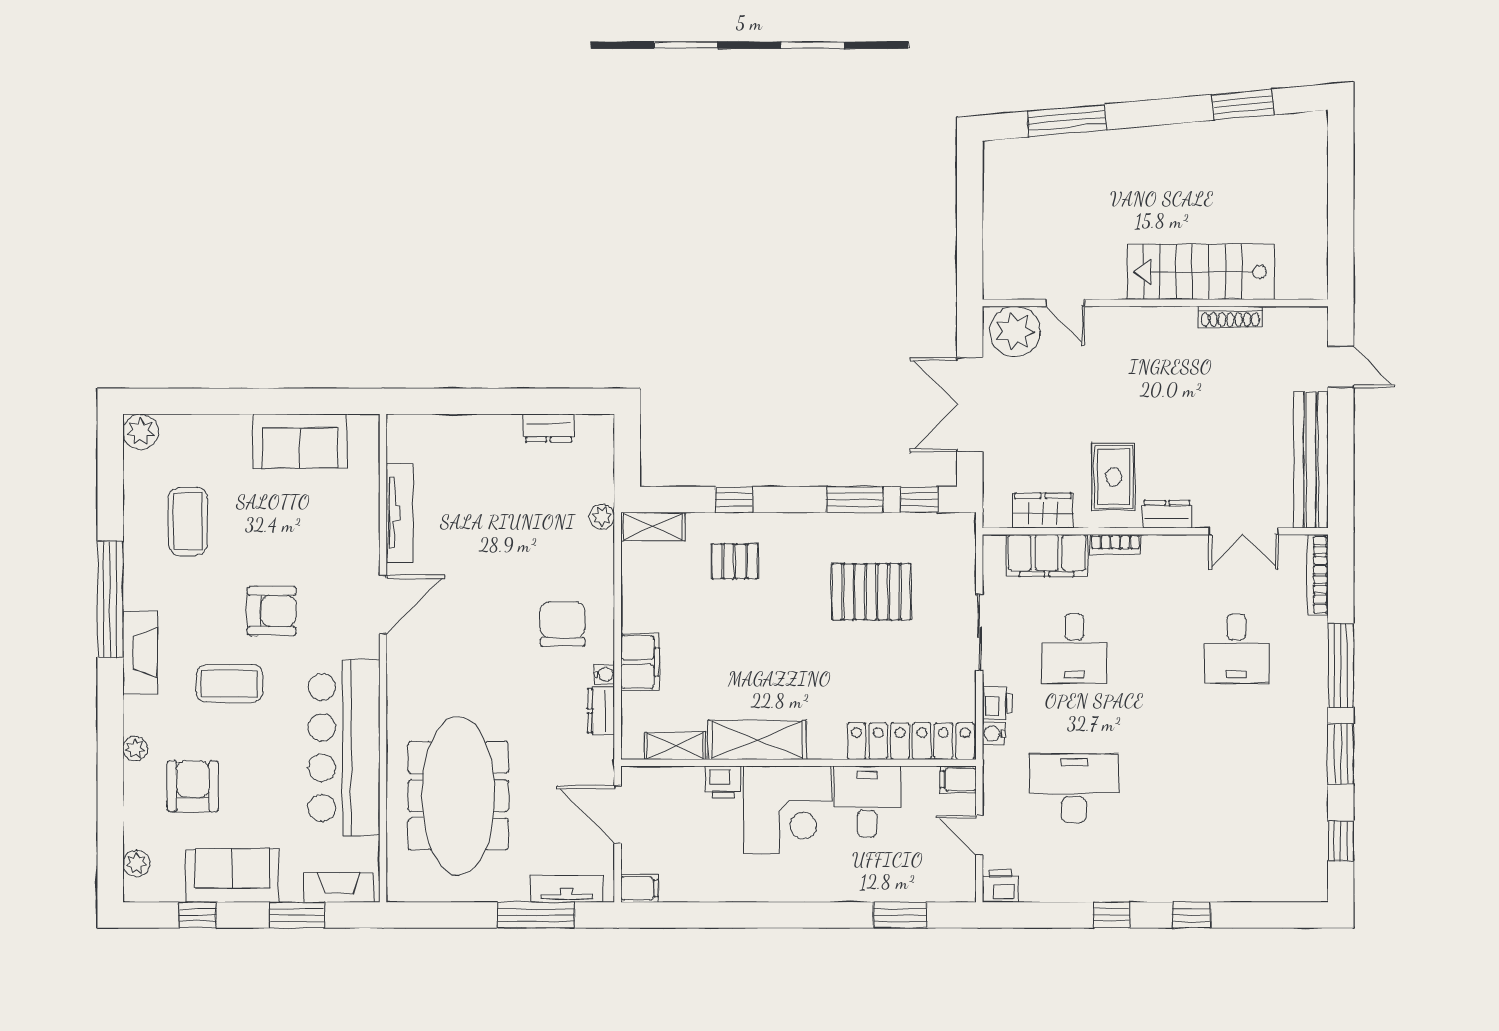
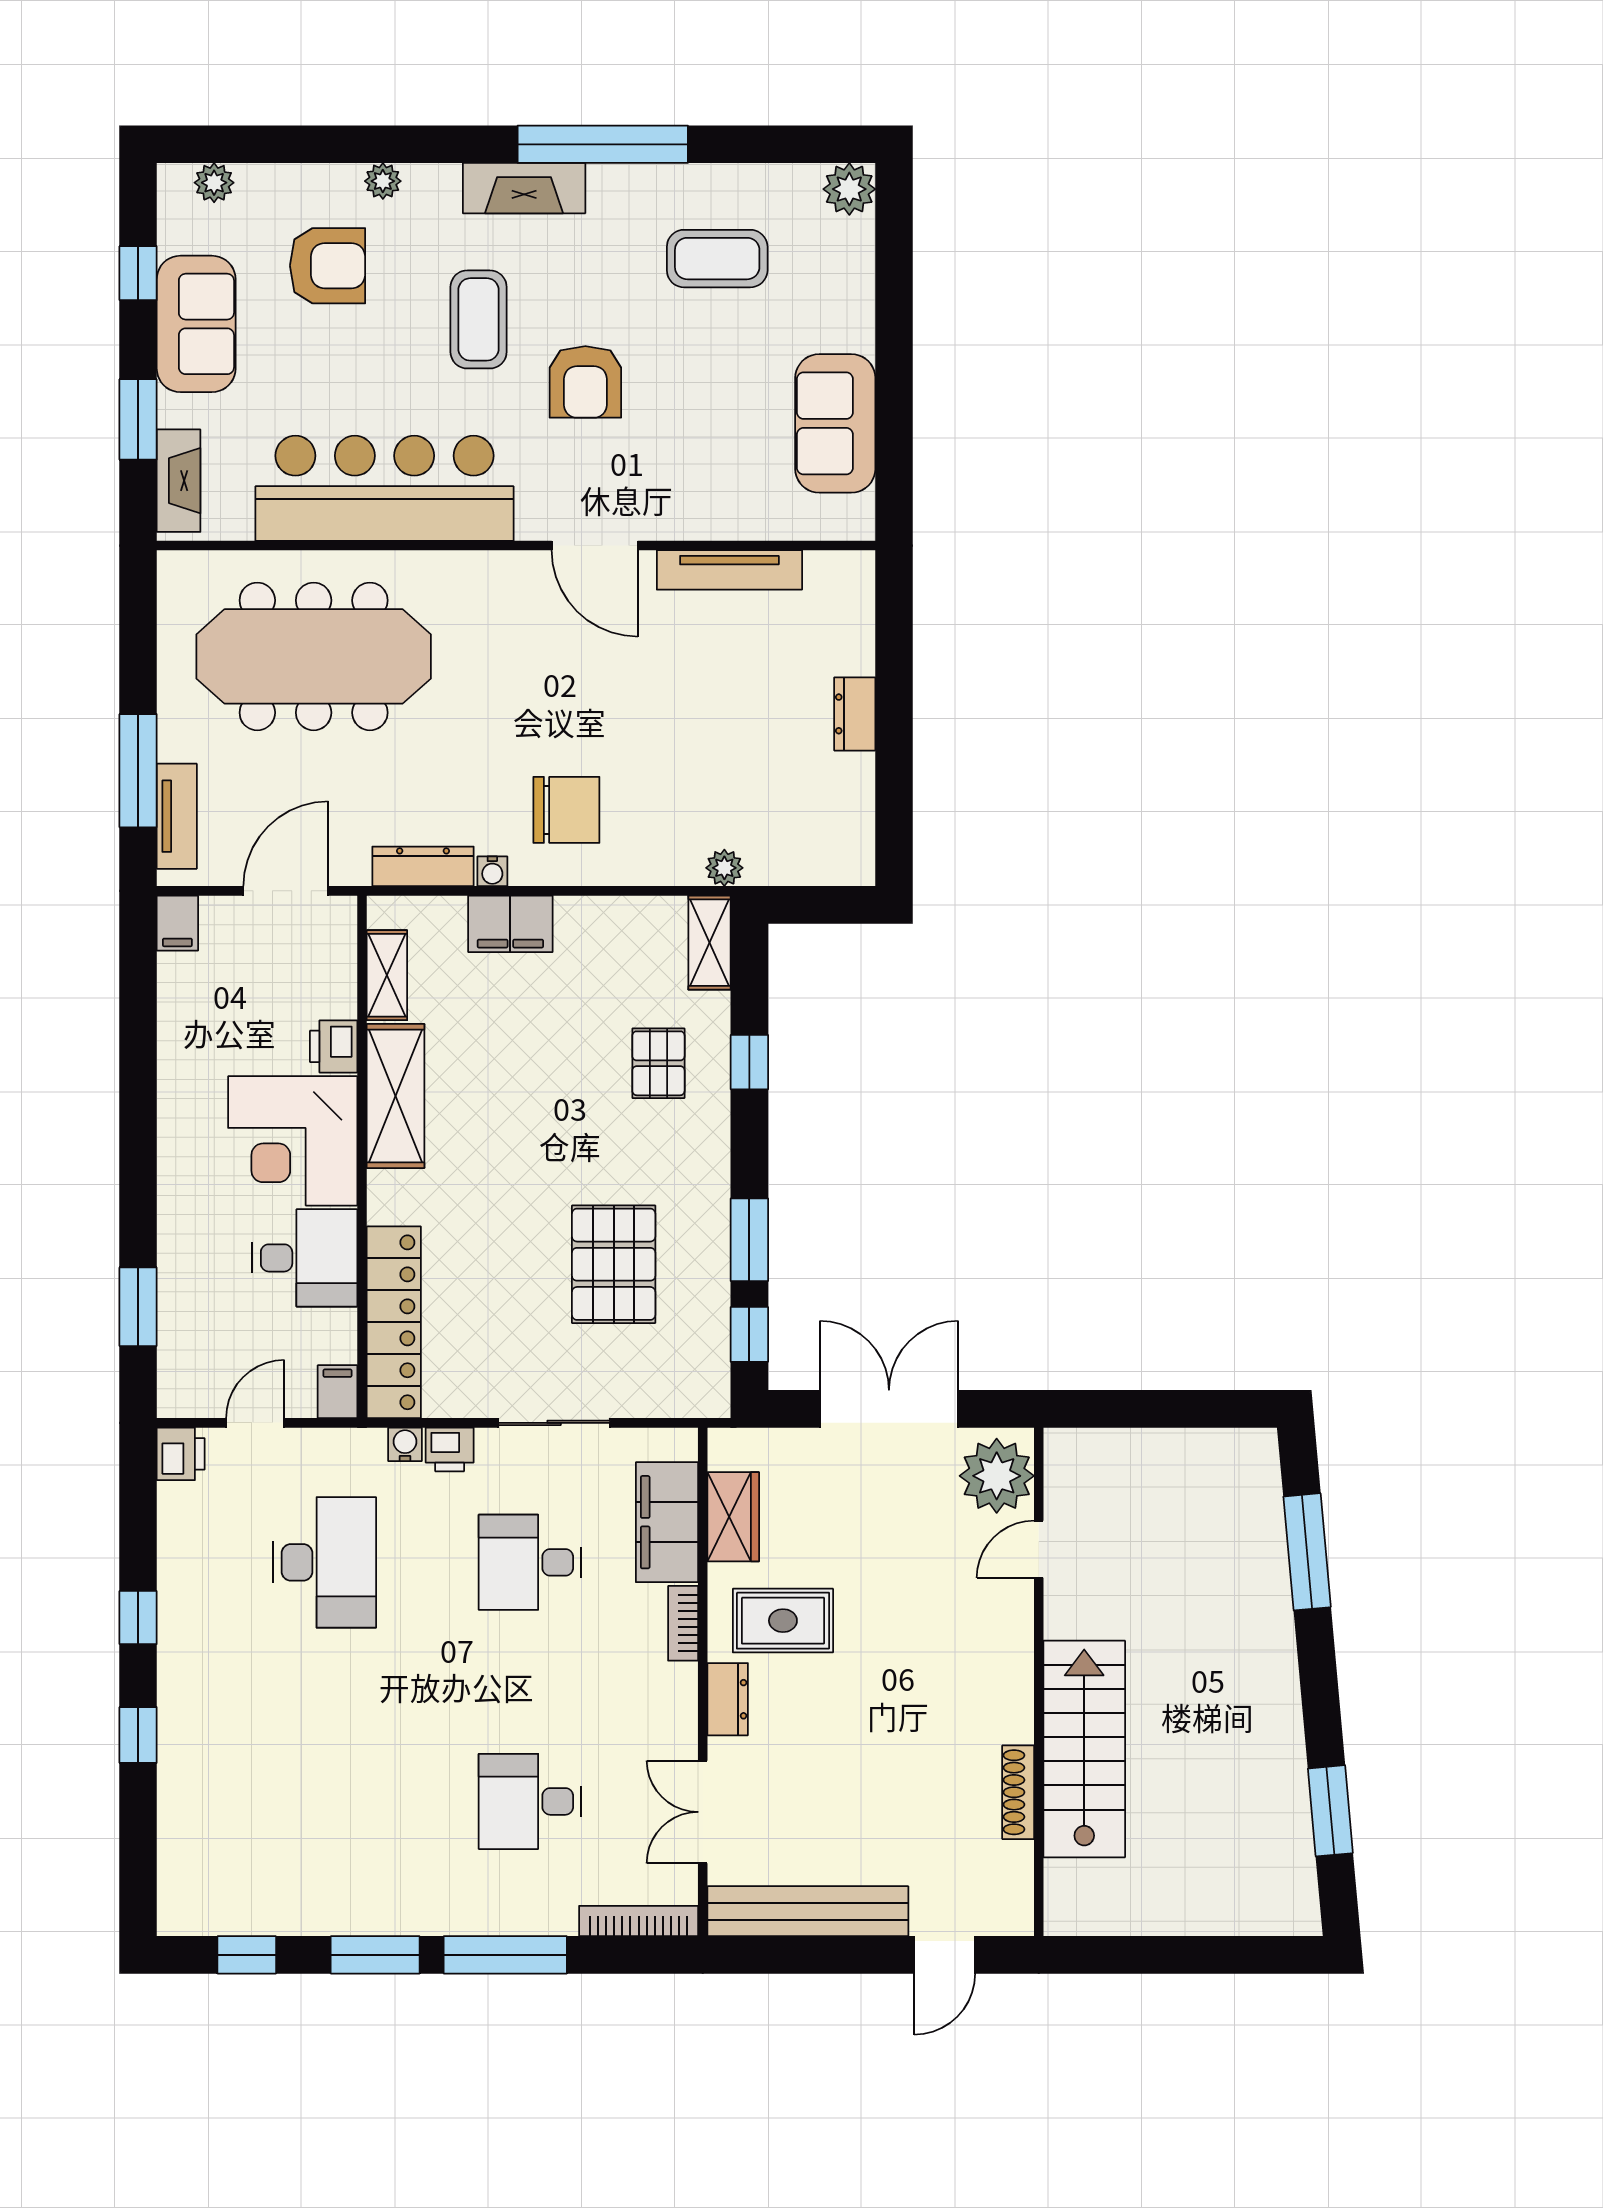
dresser: (549, 428) -> (855, 714), moved
dresser: (601, 711) -> (423, 866), width x1.44

